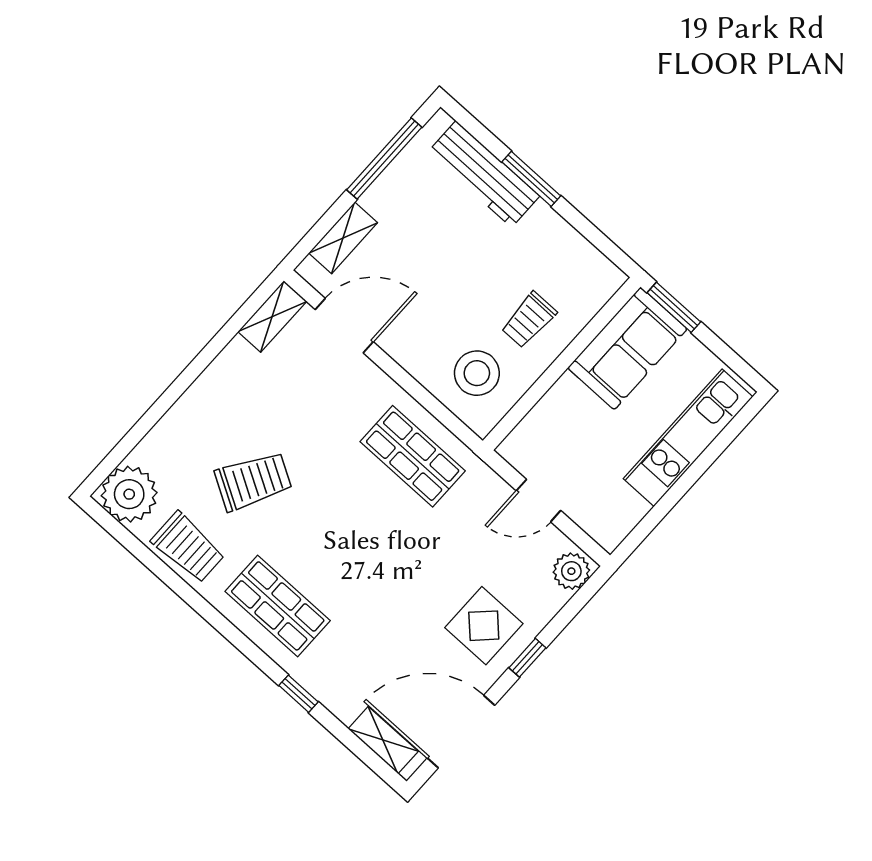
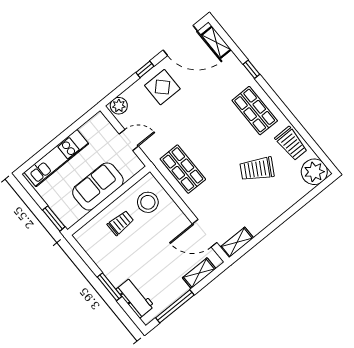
workbench: (484, 174) -> (135, 298), width x0.73
sofa: (627, 348) -> (98, 186), moved
trolley: (188, 547) -> (291, 144), turned 180

